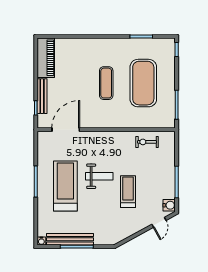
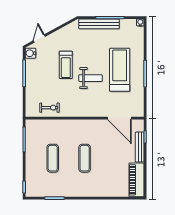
exercise mat: (143, 83) -> (53, 158), width x0.50, depth x0.69
door: (66, 130) -> (119, 118), hinge flipped
weight bench: (99, 176) -> (91, 78), turned 180
treadmill: (65, 186) -> (120, 70), turned 180
bench: (70, 239) -> (99, 24), moved

